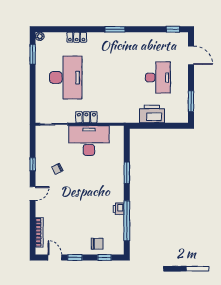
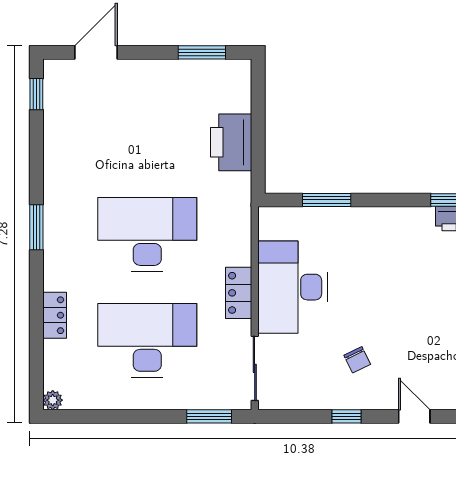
window: (33, 54) -> (209, 416), moved
desk: (158, 77) -> (147, 234), moved, width x1.36, depth x1.30
window: (127, 173) -> (327, 200), moved

